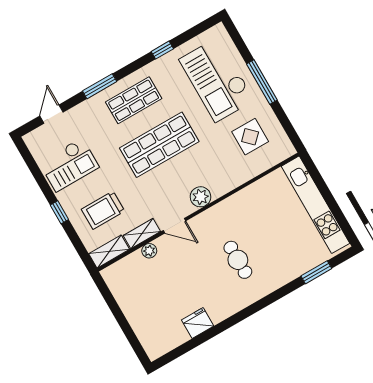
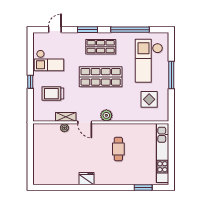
window: (162, 50) -> (130, 30), width x3.17
shelving: (109, 252) -> (44, 116), removed
cafe table: (238, 260) -> (118, 149), moved
fridge: (198, 323) -> (87, 179), moved

